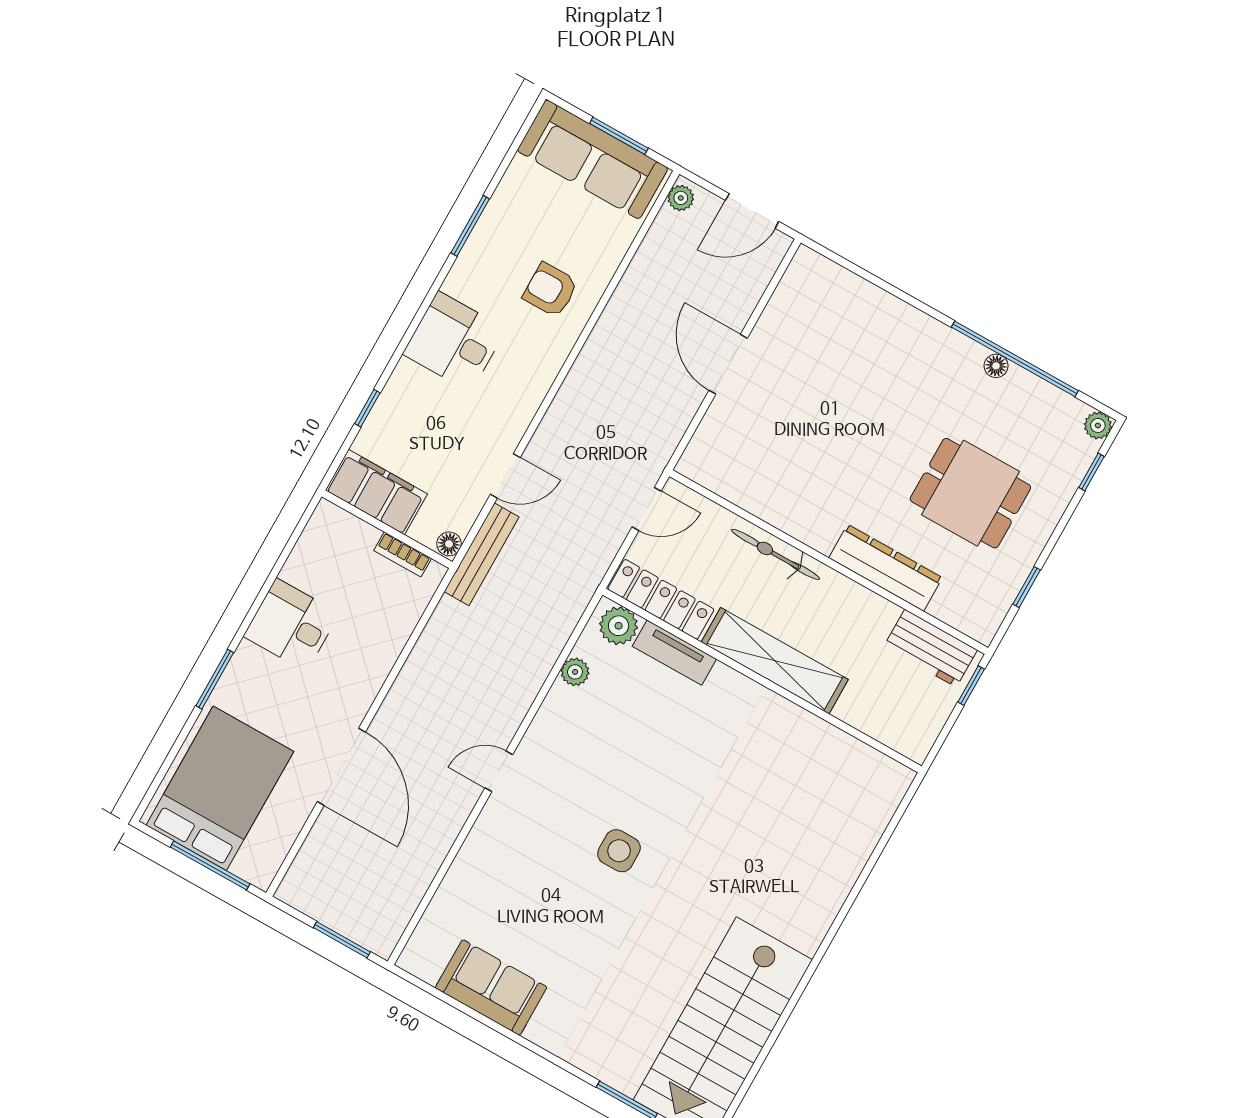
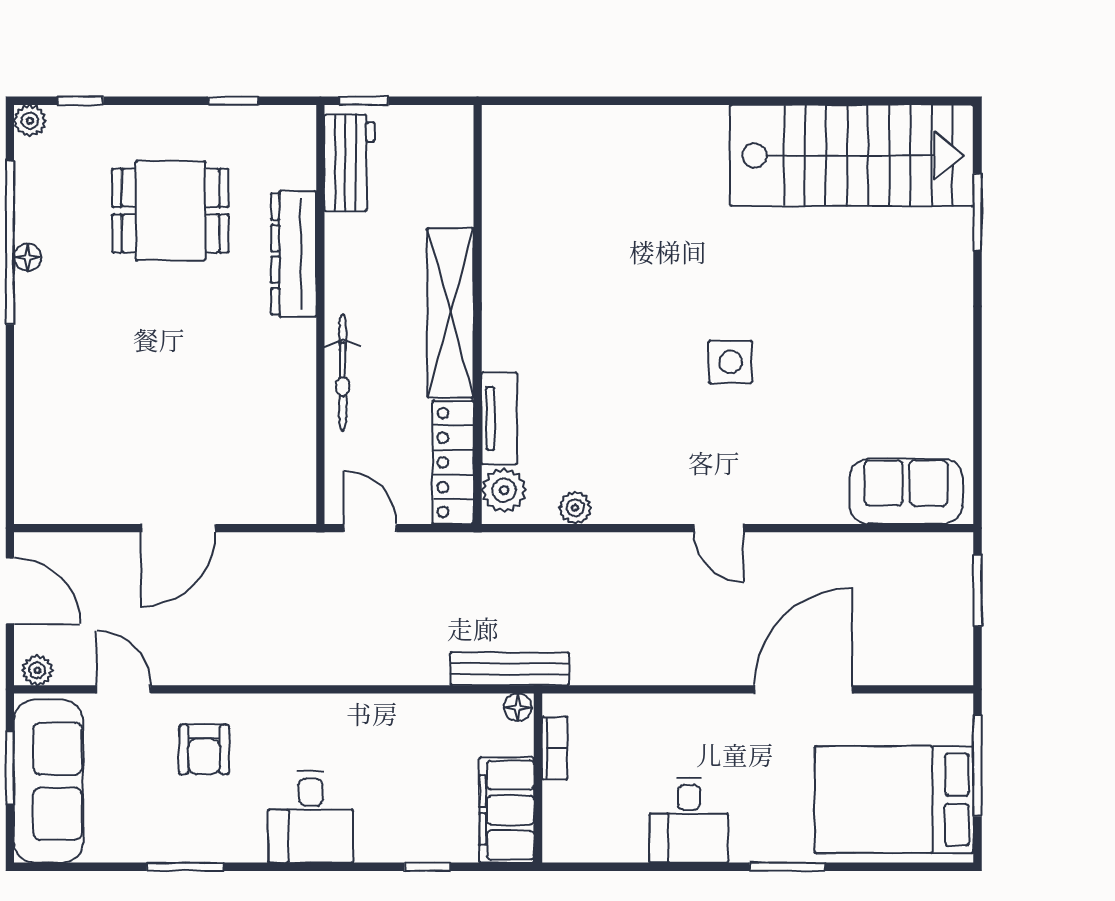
door: (505, 476) -> (124, 689), moved
dining table: (970, 493) -> (170, 211), turned 90
sofa: (491, 987) -> (906, 491), moved, turned 90

